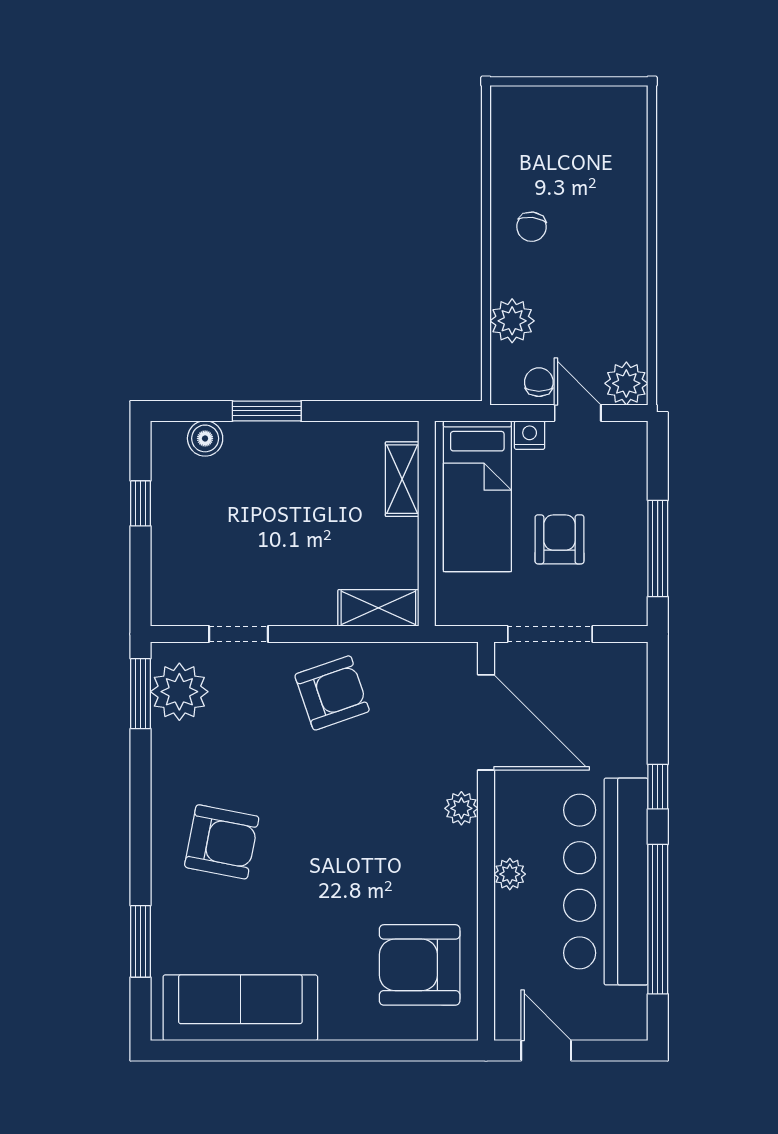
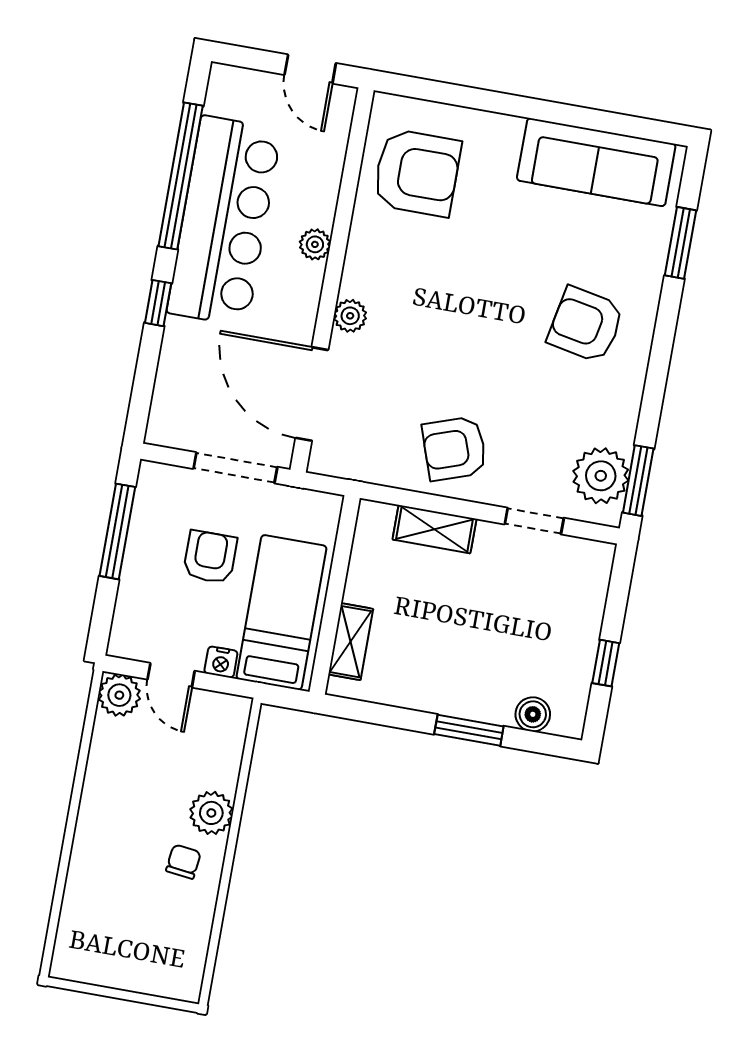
plant: (512, 321) -> (211, 813), moved
chair: (539, 382) -> (203, 711), removed
armchair: (559, 539) -> (210, 557), turned 180
shelving: (378, 608) -> (435, 529), moved

